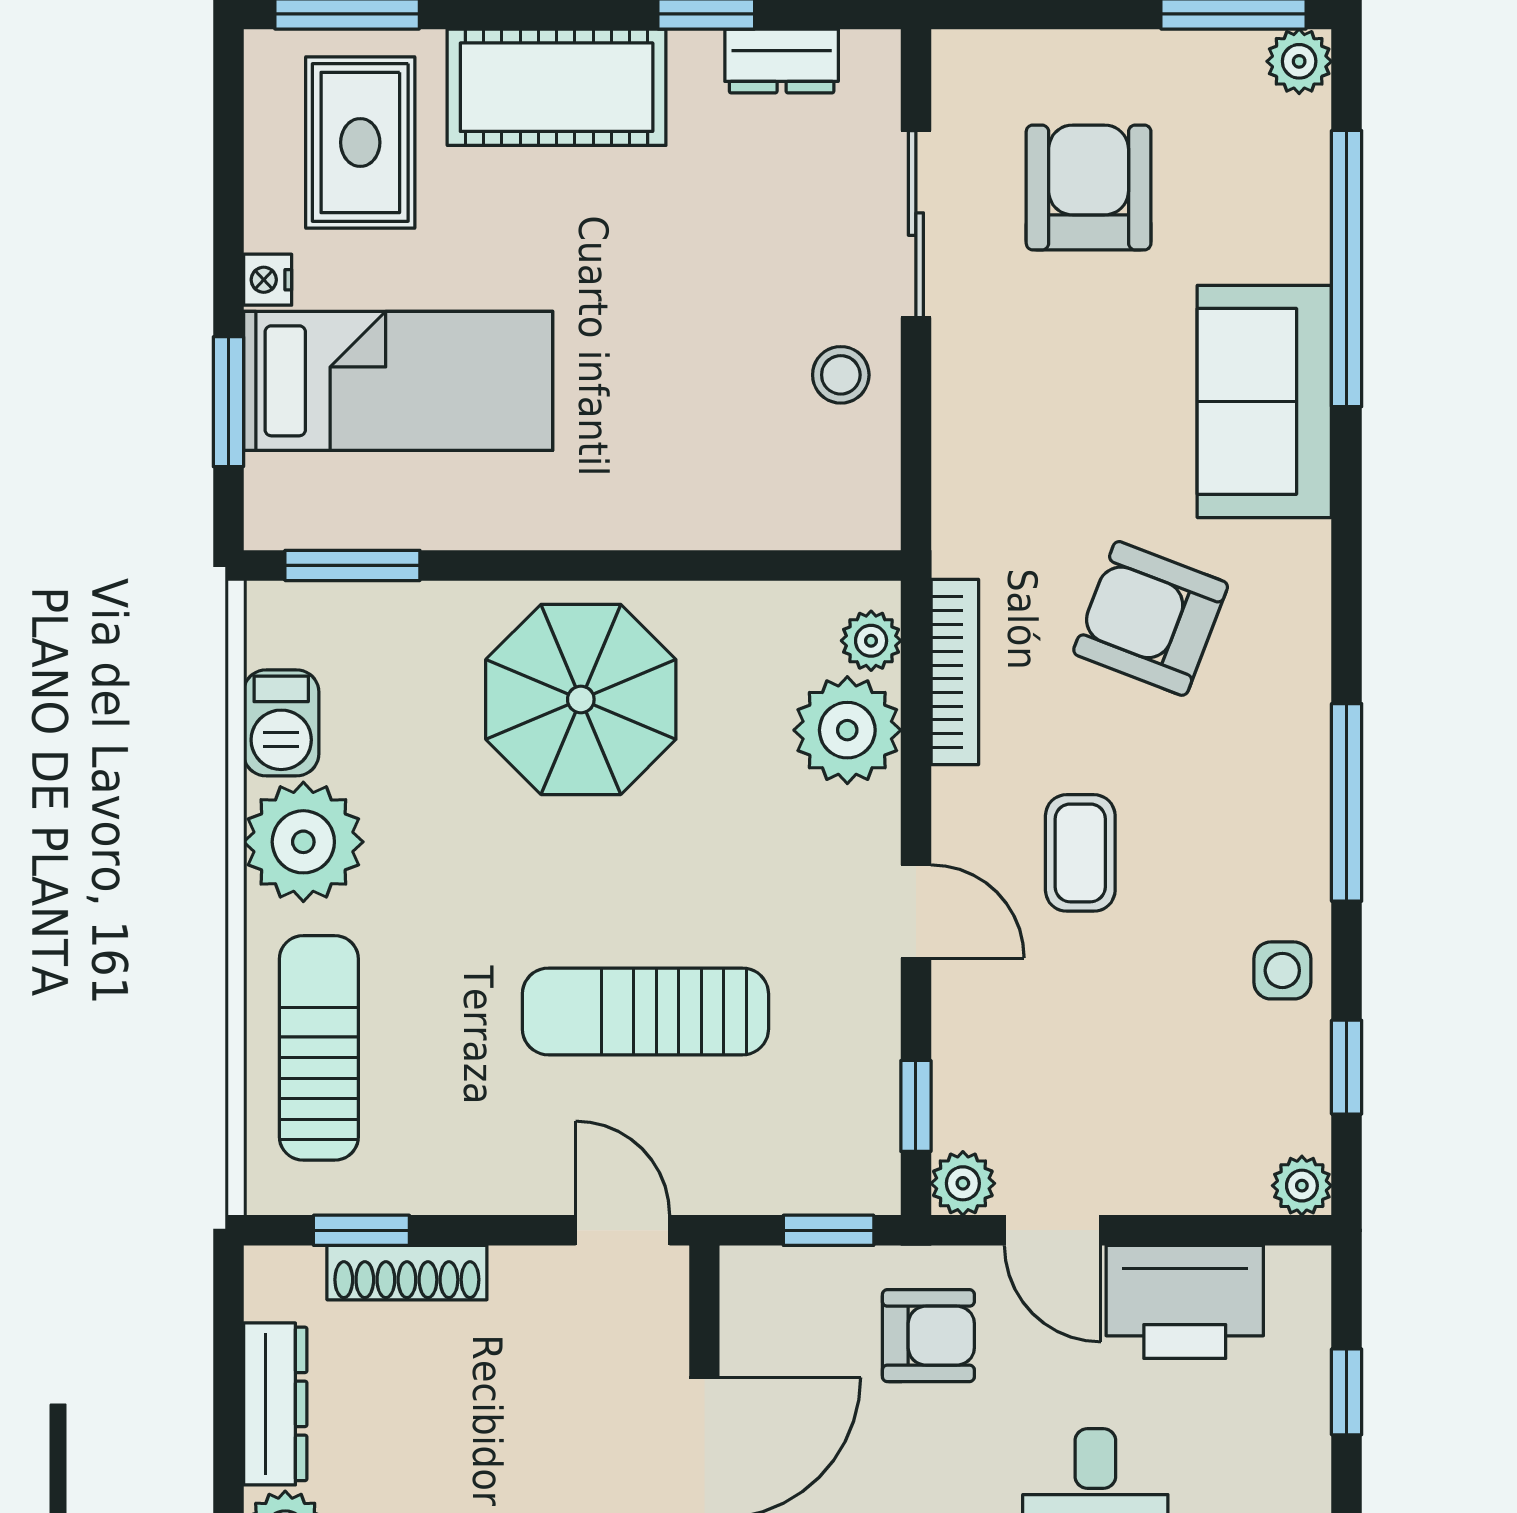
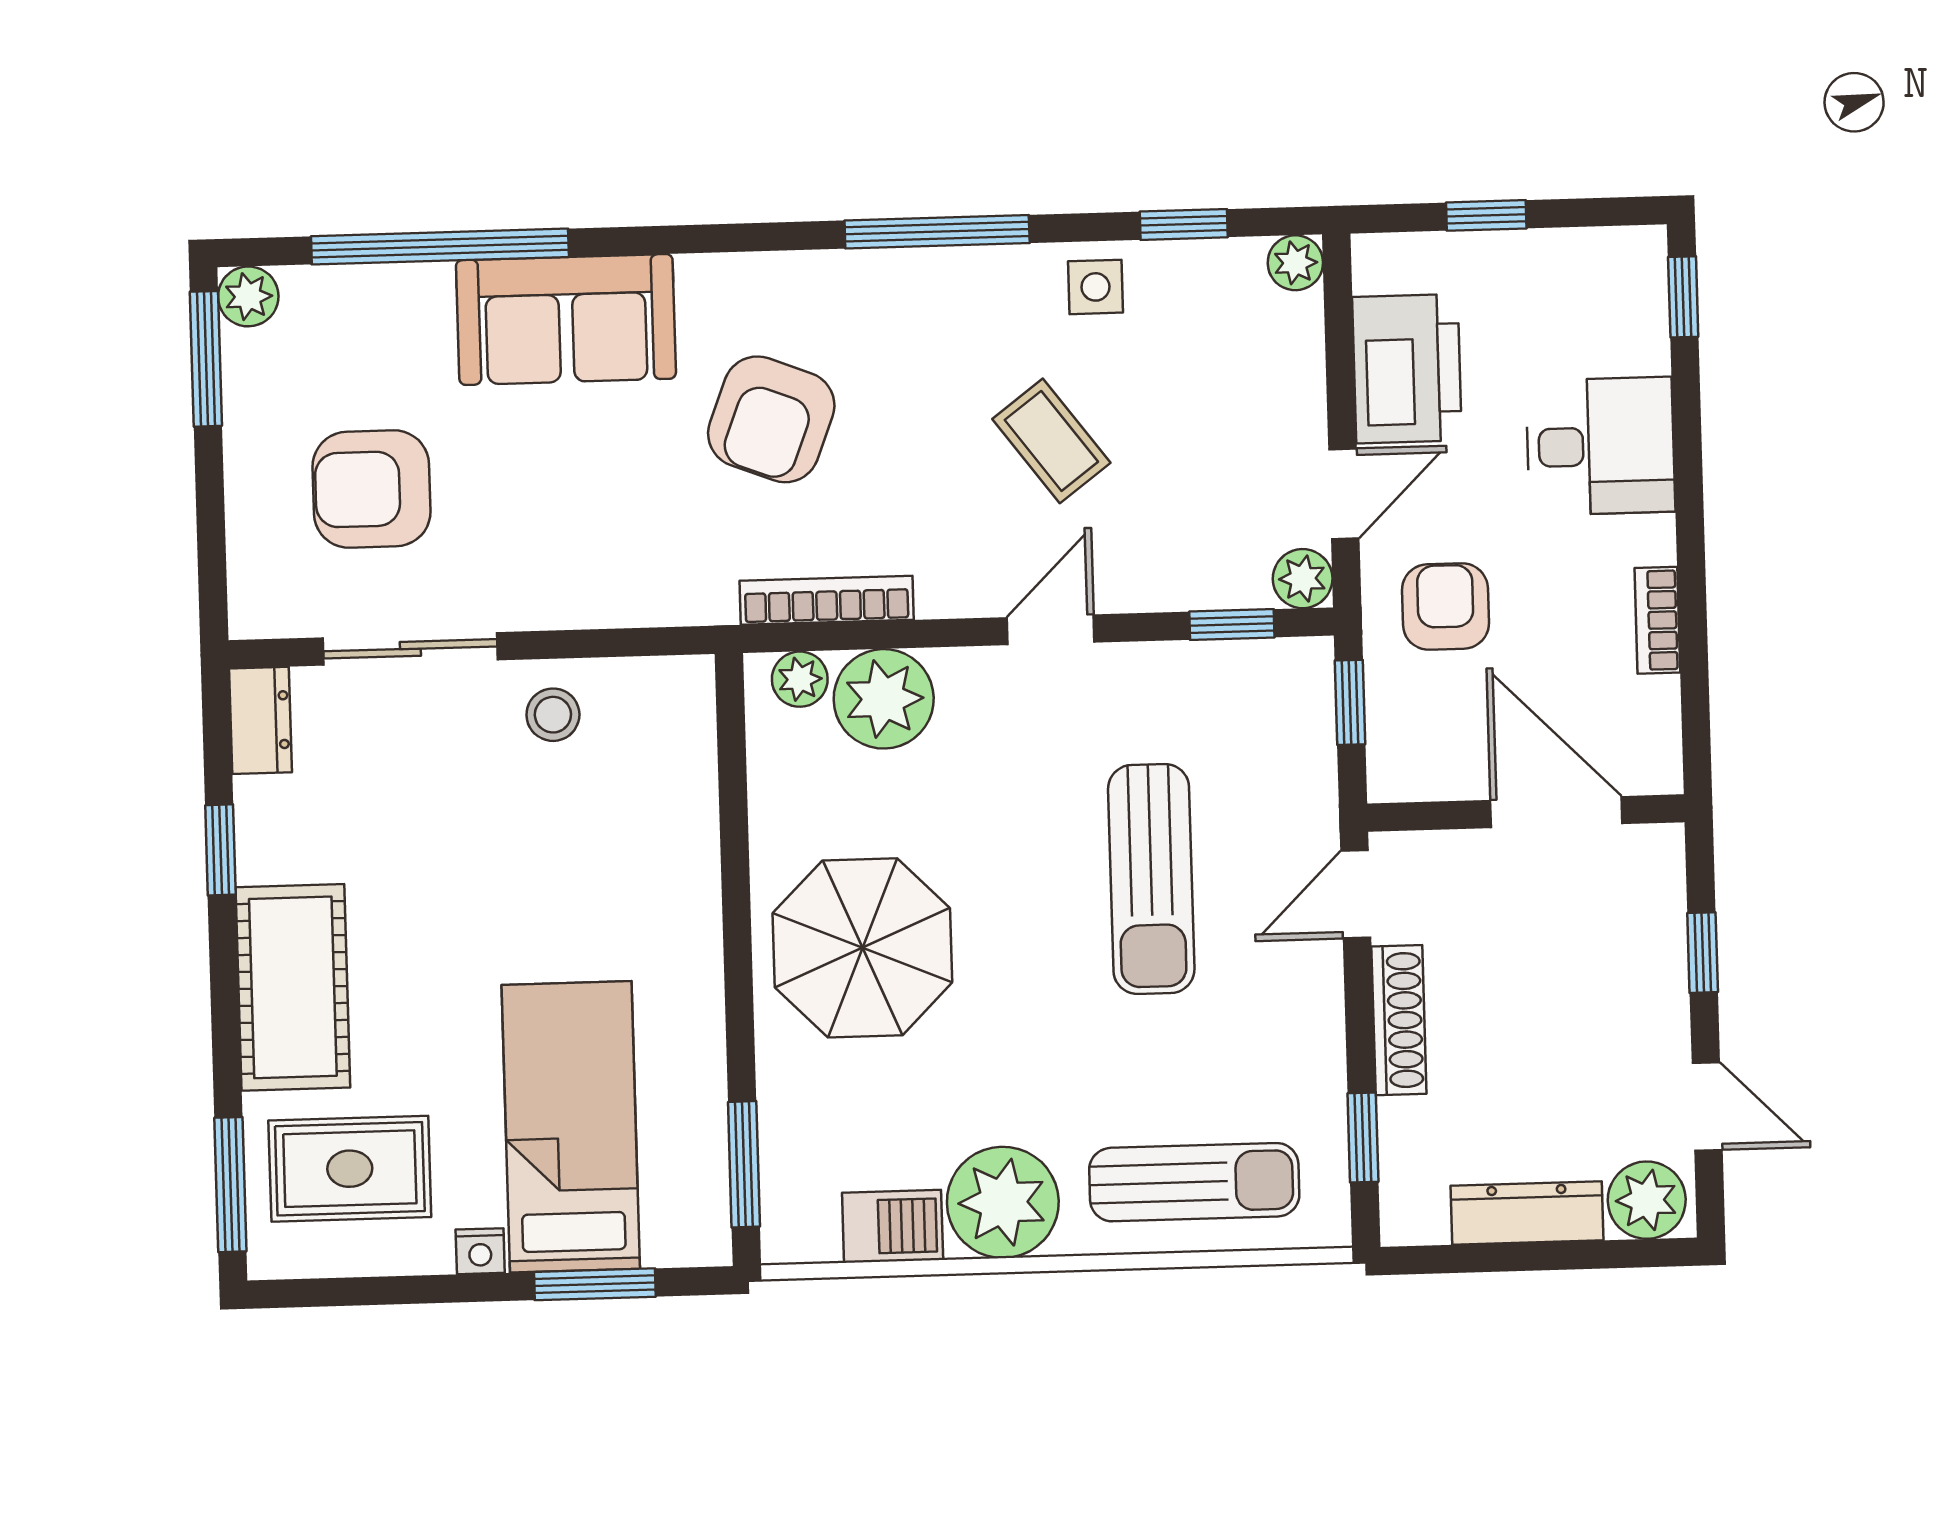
dresser: (782, 61) -> (260, 720), moved
coffee table: (1080, 853) -> (1051, 441), moved, turned 53
sun lounger: (319, 1048) -> (1194, 1182), turned 180
shoe rack: (407, 1273) -> (1399, 1020), moved

